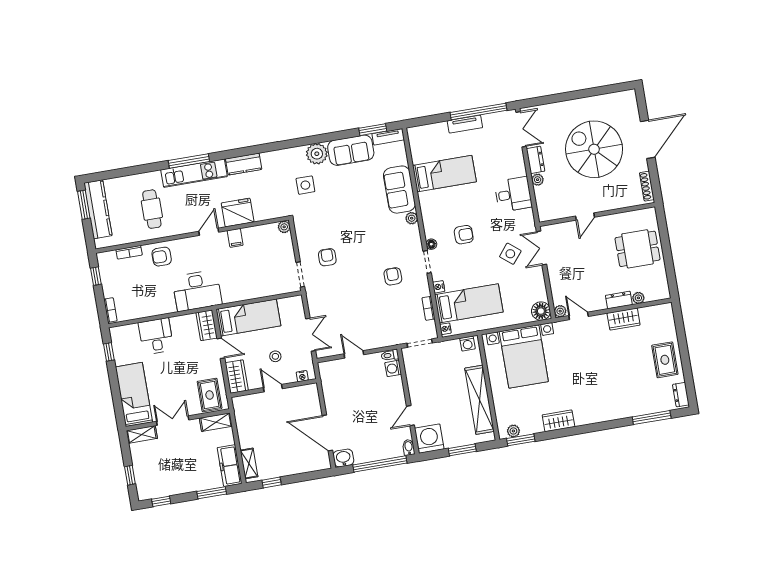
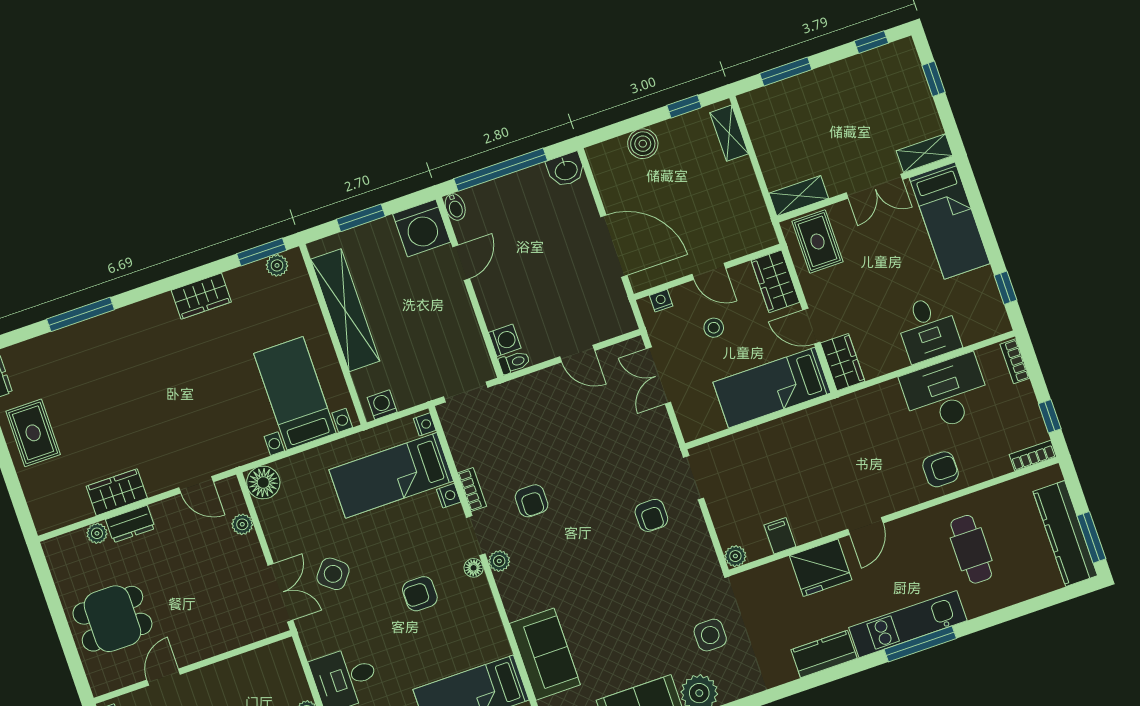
door: (585, 217) -> (164, 677), moved
plant: (412, 218) -> (499, 561), moved
filing cabinet: (235, 238) -> (780, 536), moved
bookcase: (129, 252) -> (1033, 456), moved
desk: (197, 291) -> (946, 393), moved
bookcase: (428, 308) -> (472, 490), moved
plant: (560, 311) -> (242, 524), moved
bed with nightstands: (524, 357) -> (295, 393), width x0.73
window: (652, 418) -> (81, 314), moved
door: (327, 433) -> (614, 246), moved
freezer: (230, 466) -> (762, 124), removed
boiler: (298, 466) -> (643, 144), added

